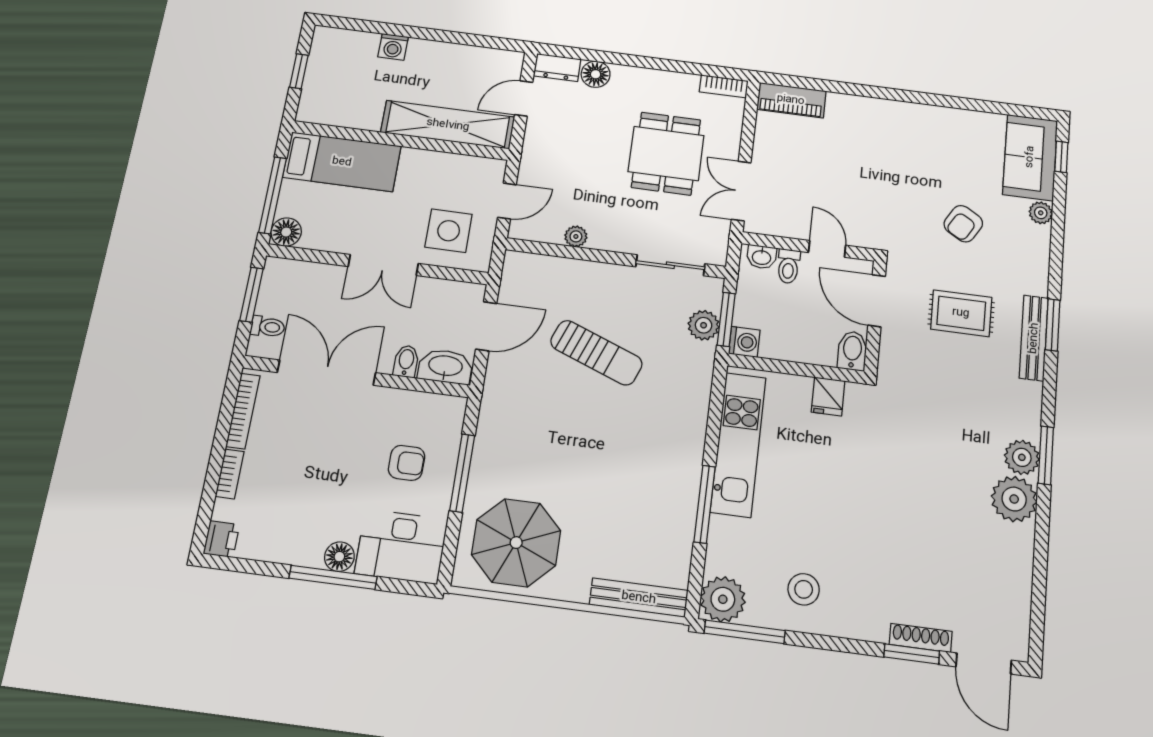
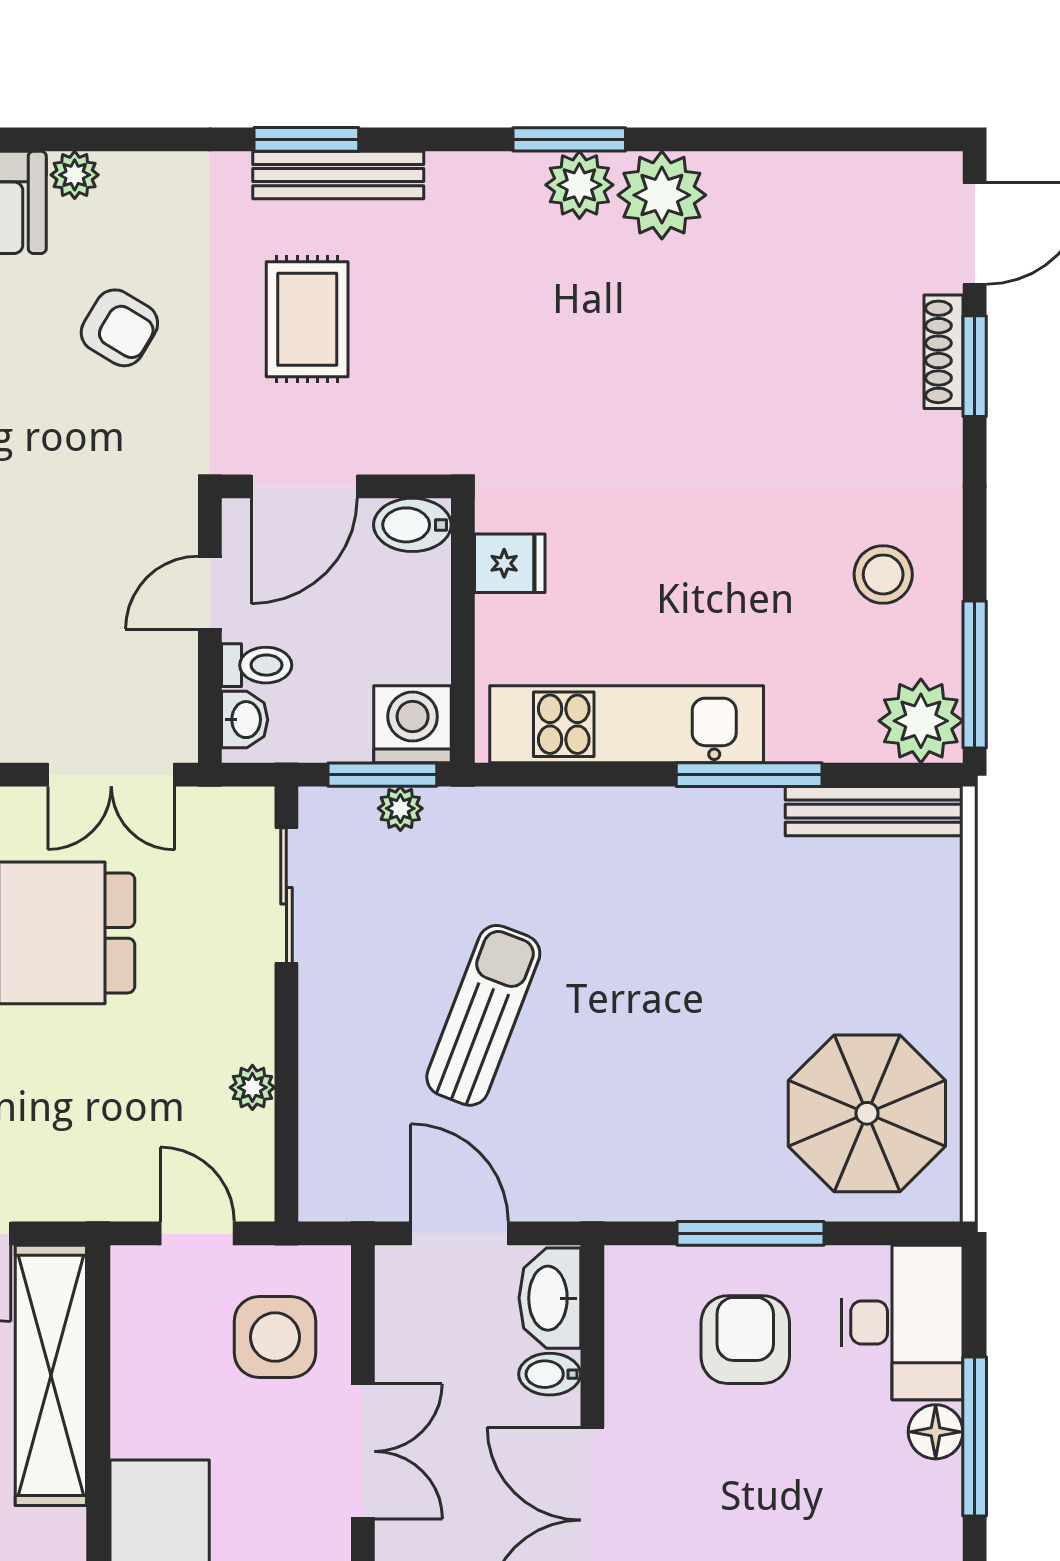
plant: (704, 325) -> (400, 808), width x0.73, depth x0.73
washing machine: (744, 342) -> (413, 724), width x1.38, depth x1.38
armchair: (407, 463) -> (745, 1340), width x1.38, depth x1.38
bench: (639, 598) -> (874, 811), moved, turned 90

